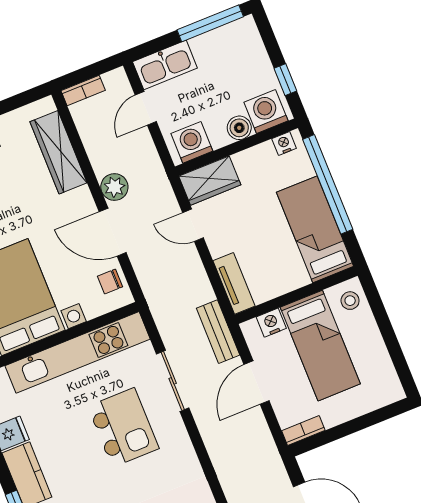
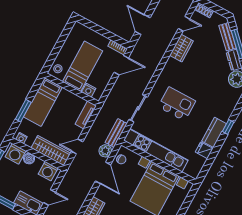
wardrobe: (210, 181) -> (51, 151), width x1.50
window: (328, 184) -> (23, 111), width x0.47
plant: (114, 187) -> (105, 151), moved
door: (193, 225) -> (77, 146), swing flipped
bench: (218, 332) -> (116, 133), moved
door: (257, 383) -> (121, 65), moved
kitchen island: (123, 427) -> (177, 104), moved, turned 90

